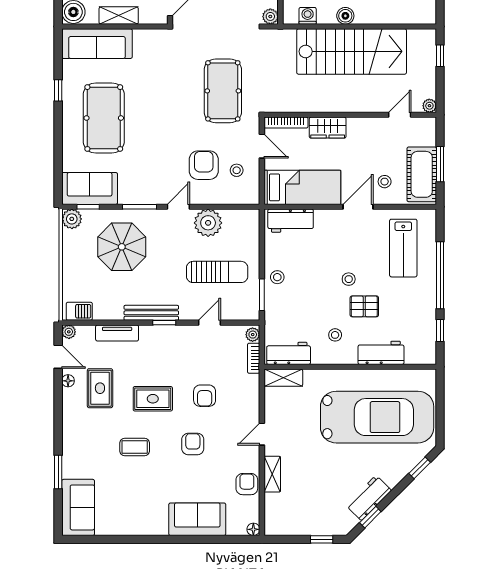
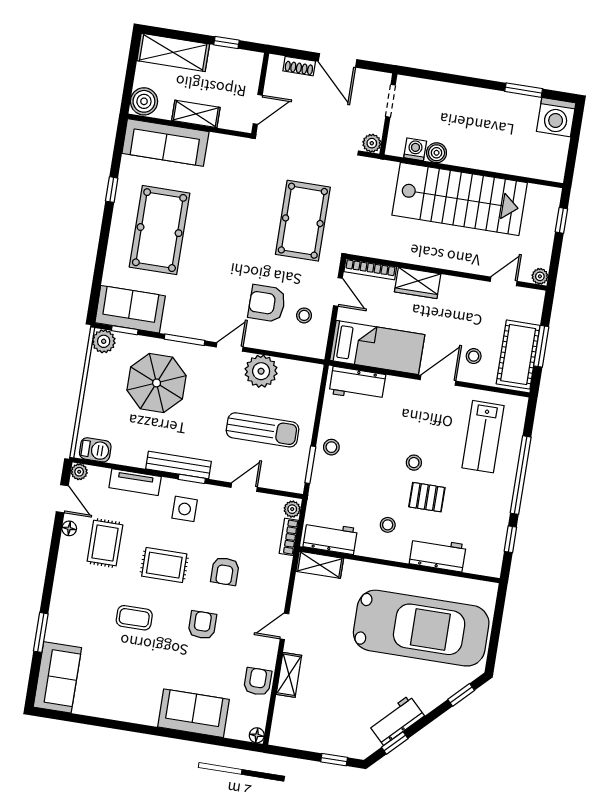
boiler: (345, 16) -> (437, 153), moved
armchair: (204, 165) -> (267, 303), turned -90
side table: (162, 349) -> (185, 509), added

